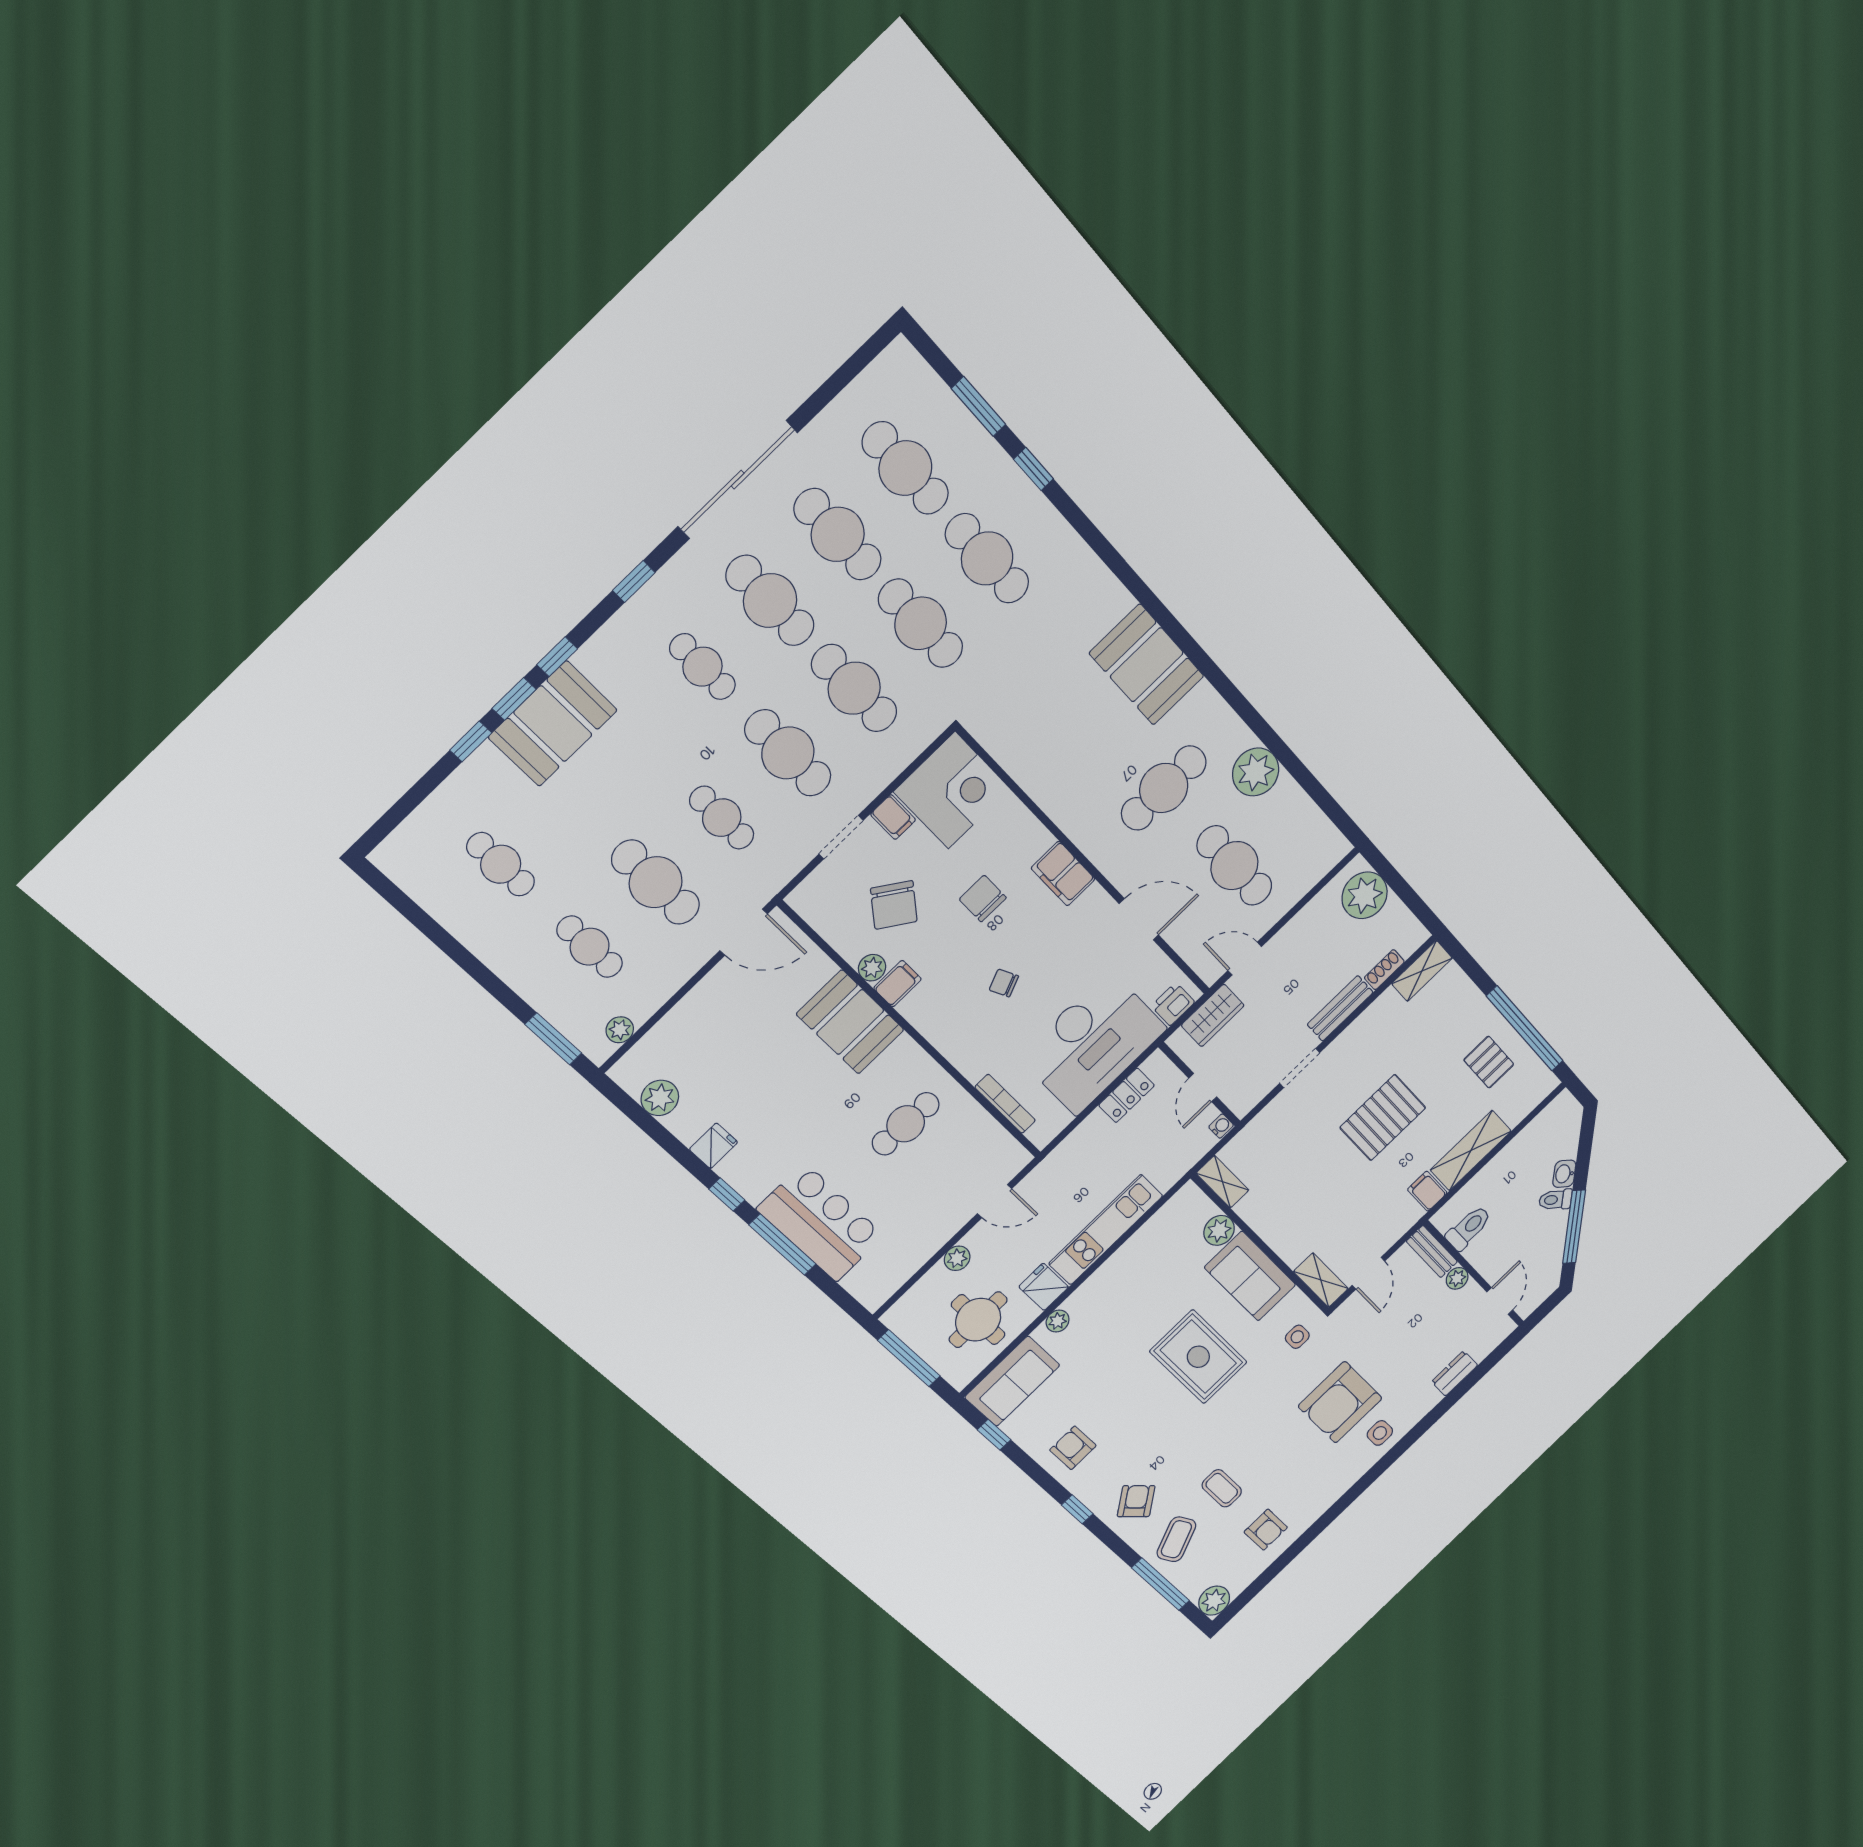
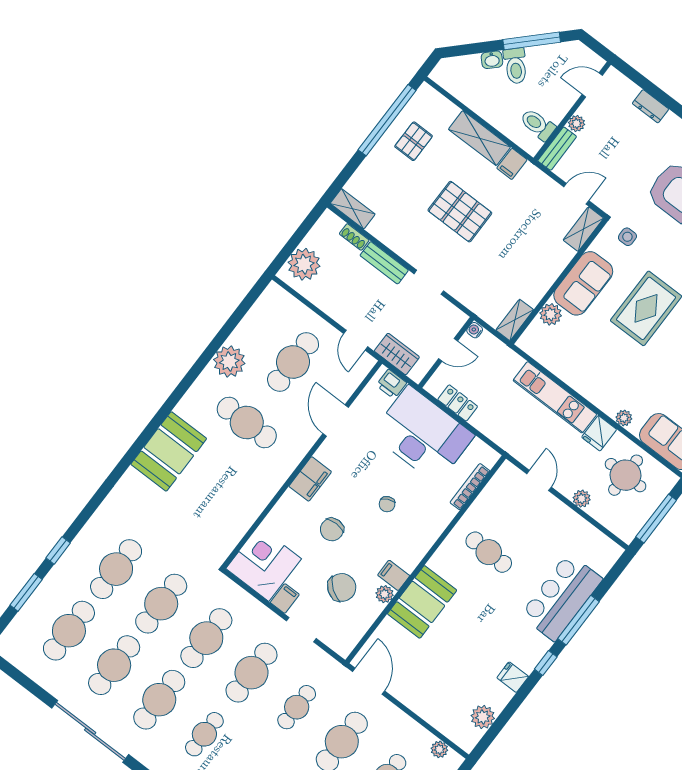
toilet: (1555, 1200) -> (515, 66), width x1.37, depth x1.39

